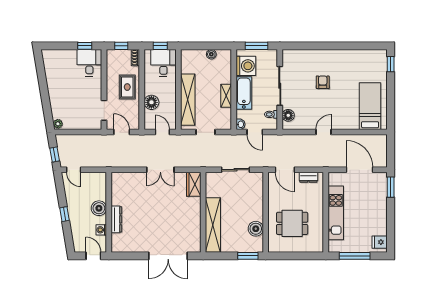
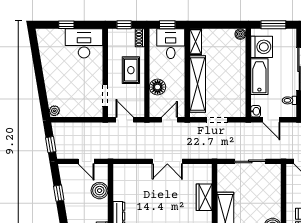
window: (85, 46) -> (66, 25), moved
boiler: (211, 54) -> (240, 34), moved
desk: (89, 63) -> (84, 43), width x1.37
shelving: (226, 96) -> (196, 42), moved
door: (162, 132) -> (170, 120), hinge flipped
door: (74, 170) -> (86, 161), moved
wardrobe: (194, 184) -> (204, 197), moved
boiler: (99, 208) -> (100, 191), moved
window: (65, 214) -> (59, 193), moved

